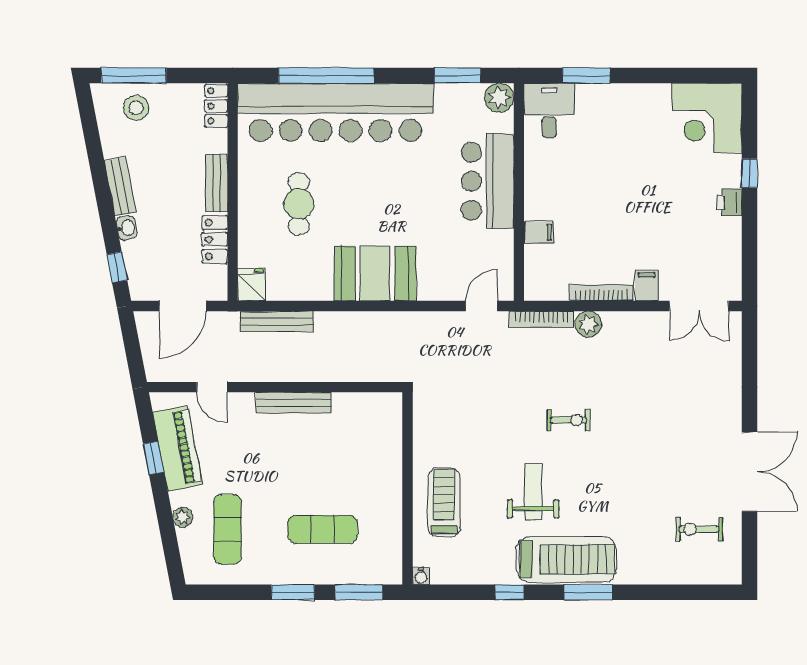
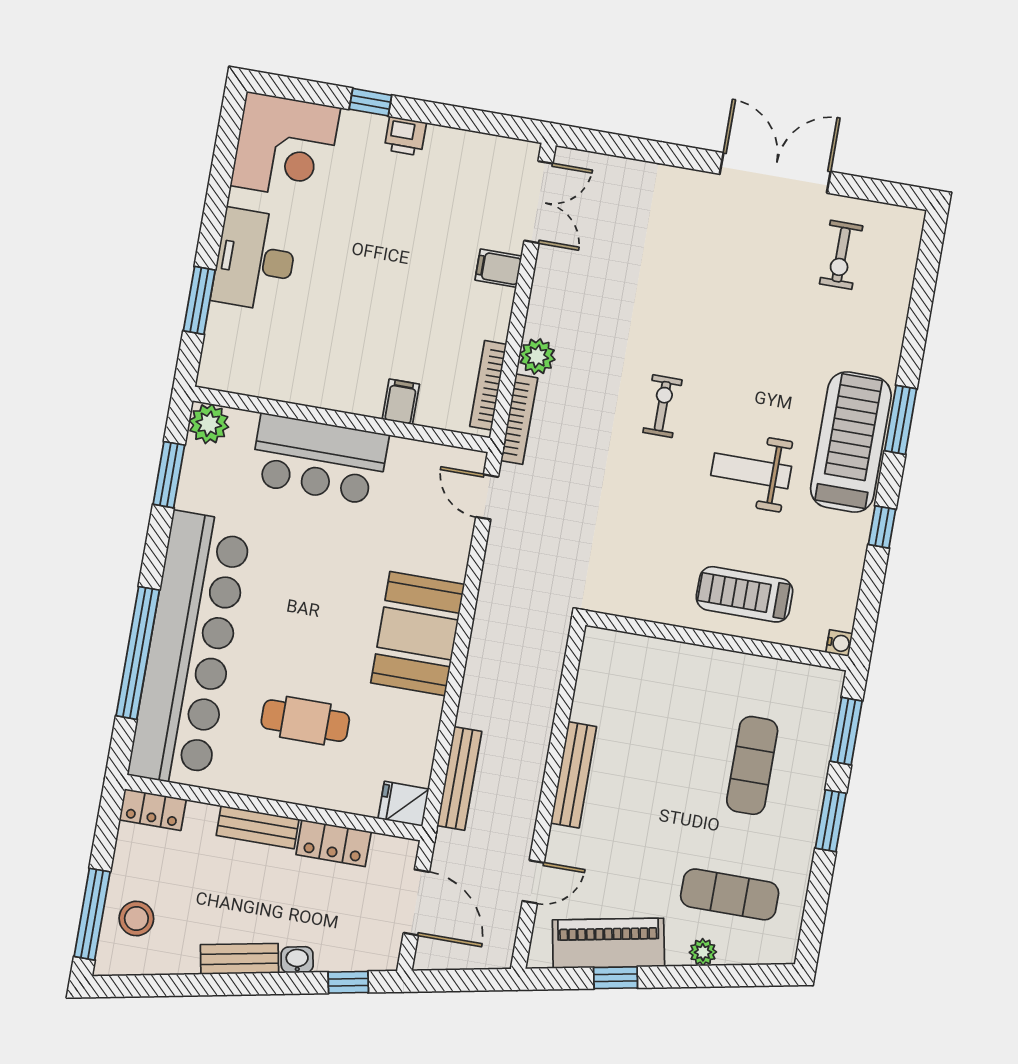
desk: (549, 110) -> (255, 260), moved, width x1.37
bookcase: (601, 293) -> (488, 385), moved

